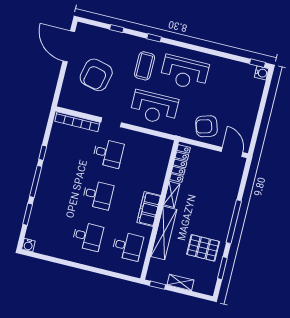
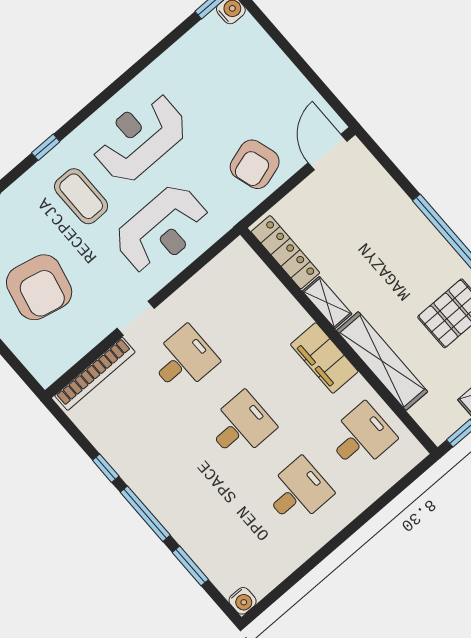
reception desk: (185, 73) -> (140, 138), turned 180
door: (232, 152) -> (328, 152), hinge flipped

